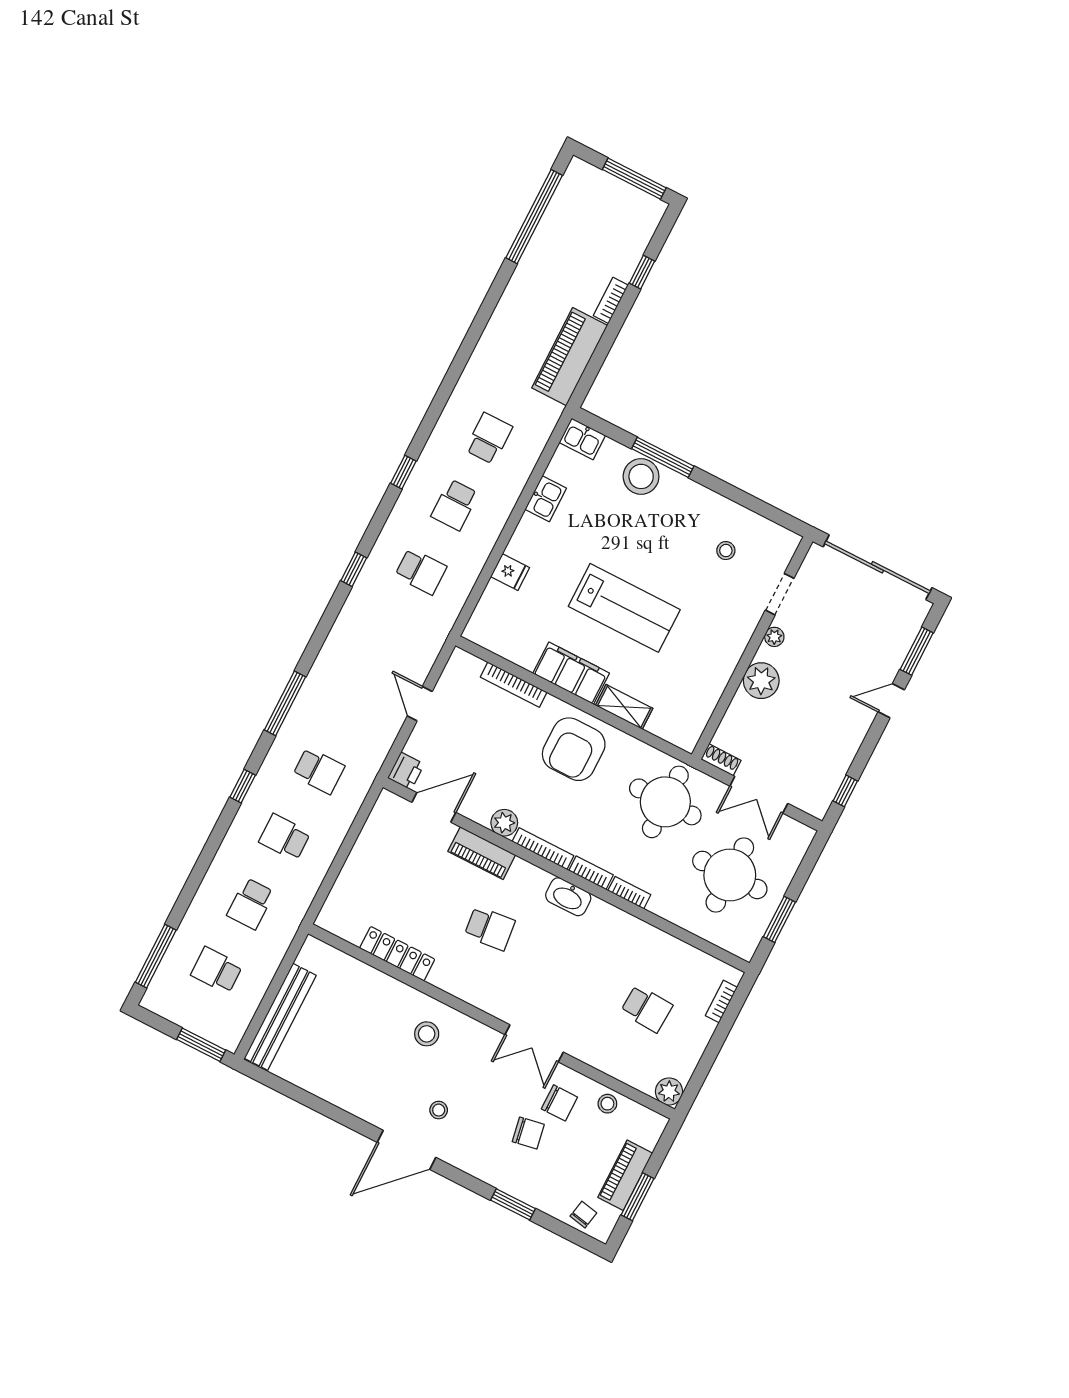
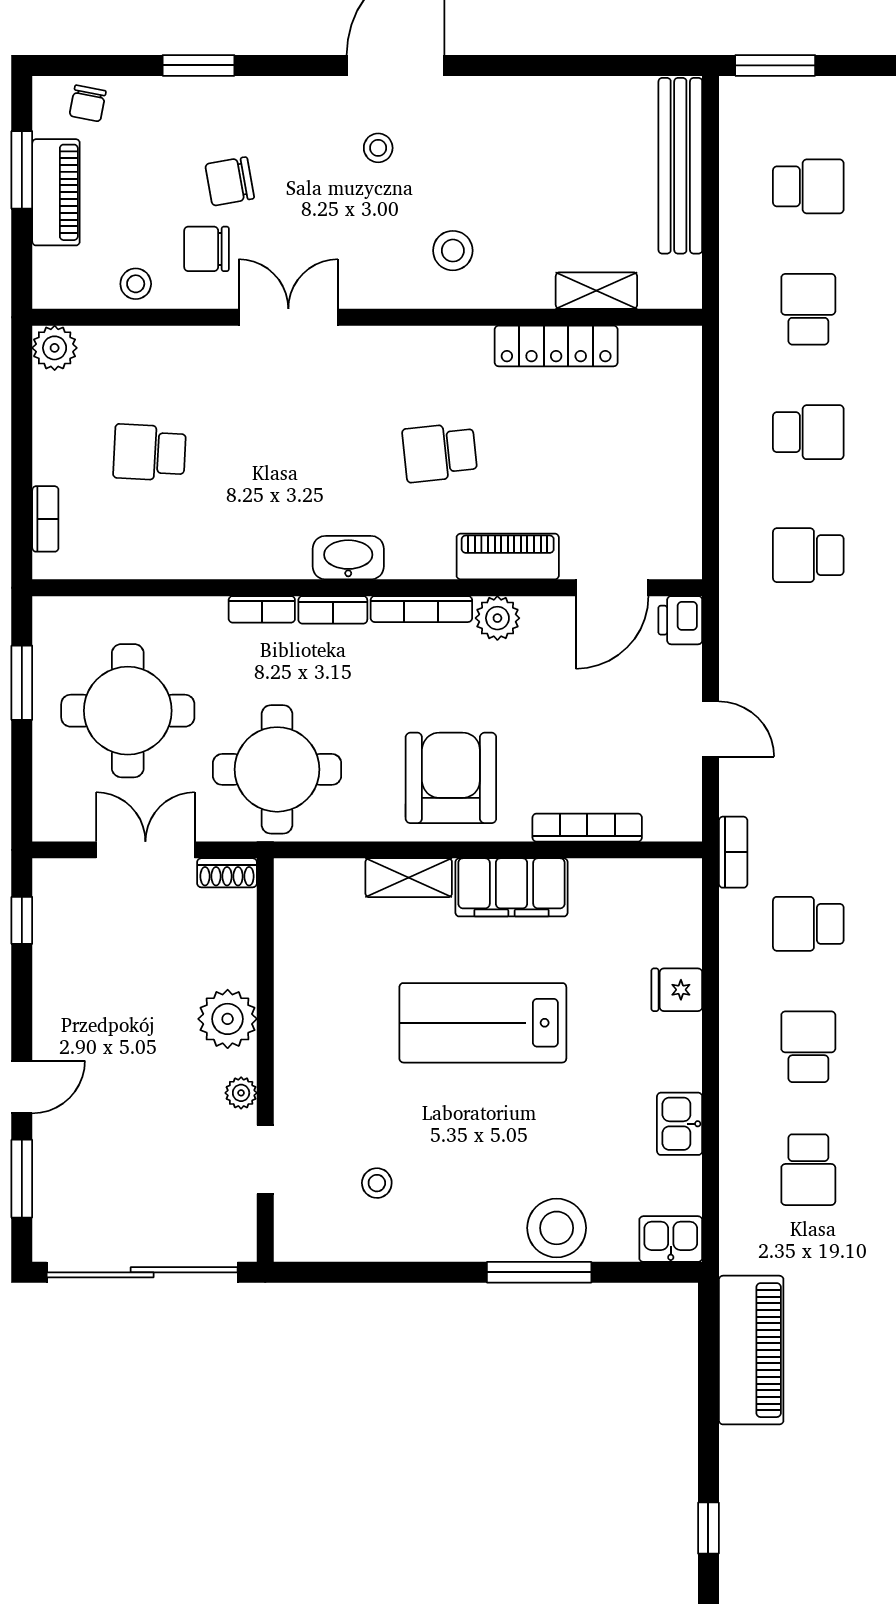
bookcase: (611, 300) -> (733, 852), moved
shelving: (360, 972) -> (596, 291), added

